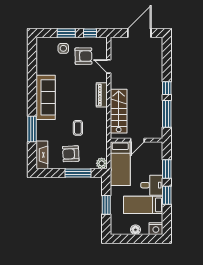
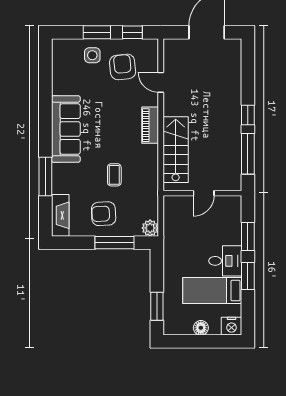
armchair: (83, 56) -> (123, 67), turned -95
bed: (120, 164) -> (178, 228), removed
window: (106, 205) -> (157, 306), moved

